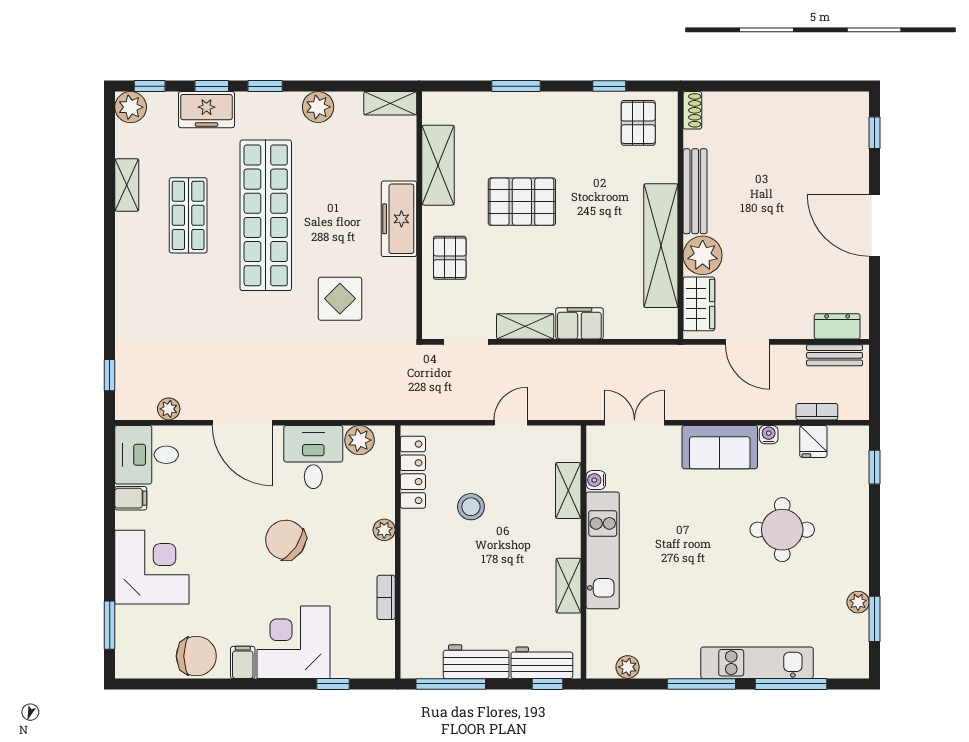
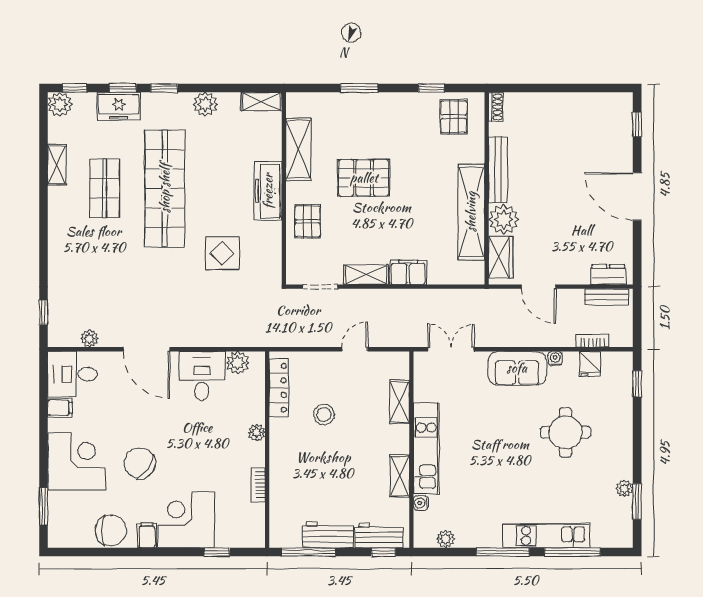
water cooler: (596, 480) -> (421, 503), moved
chair: (286, 540) -> (140, 463), moved

